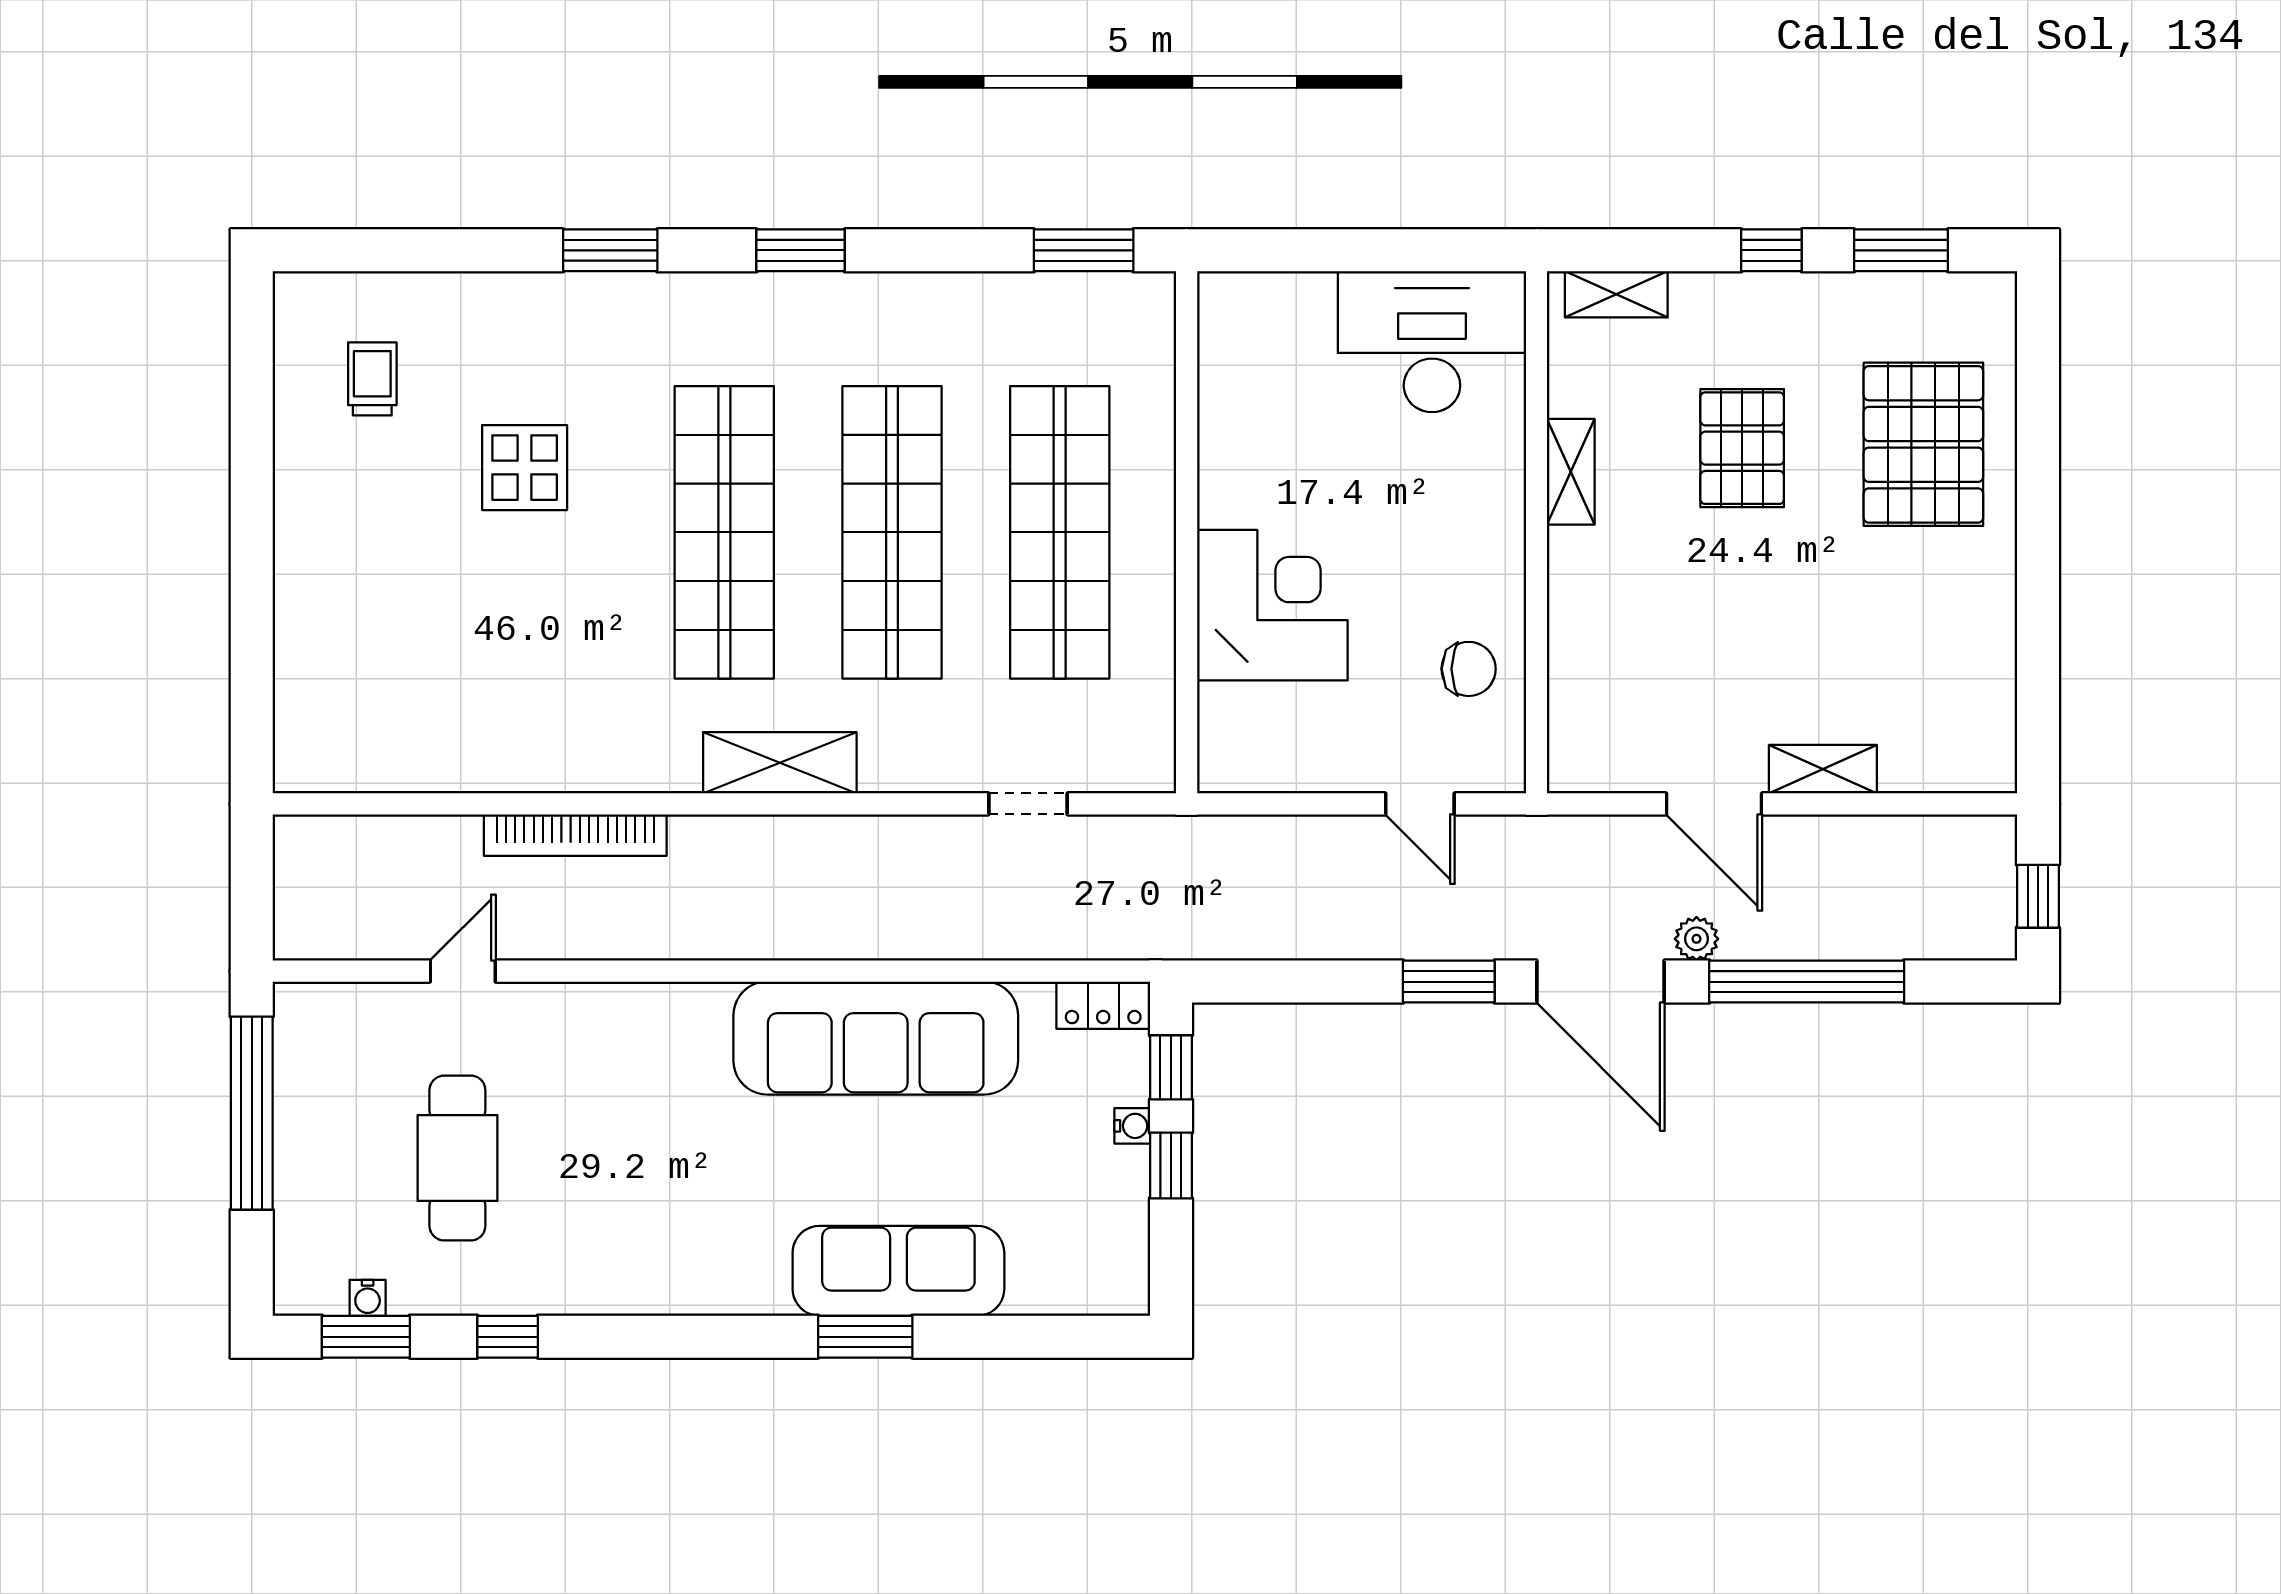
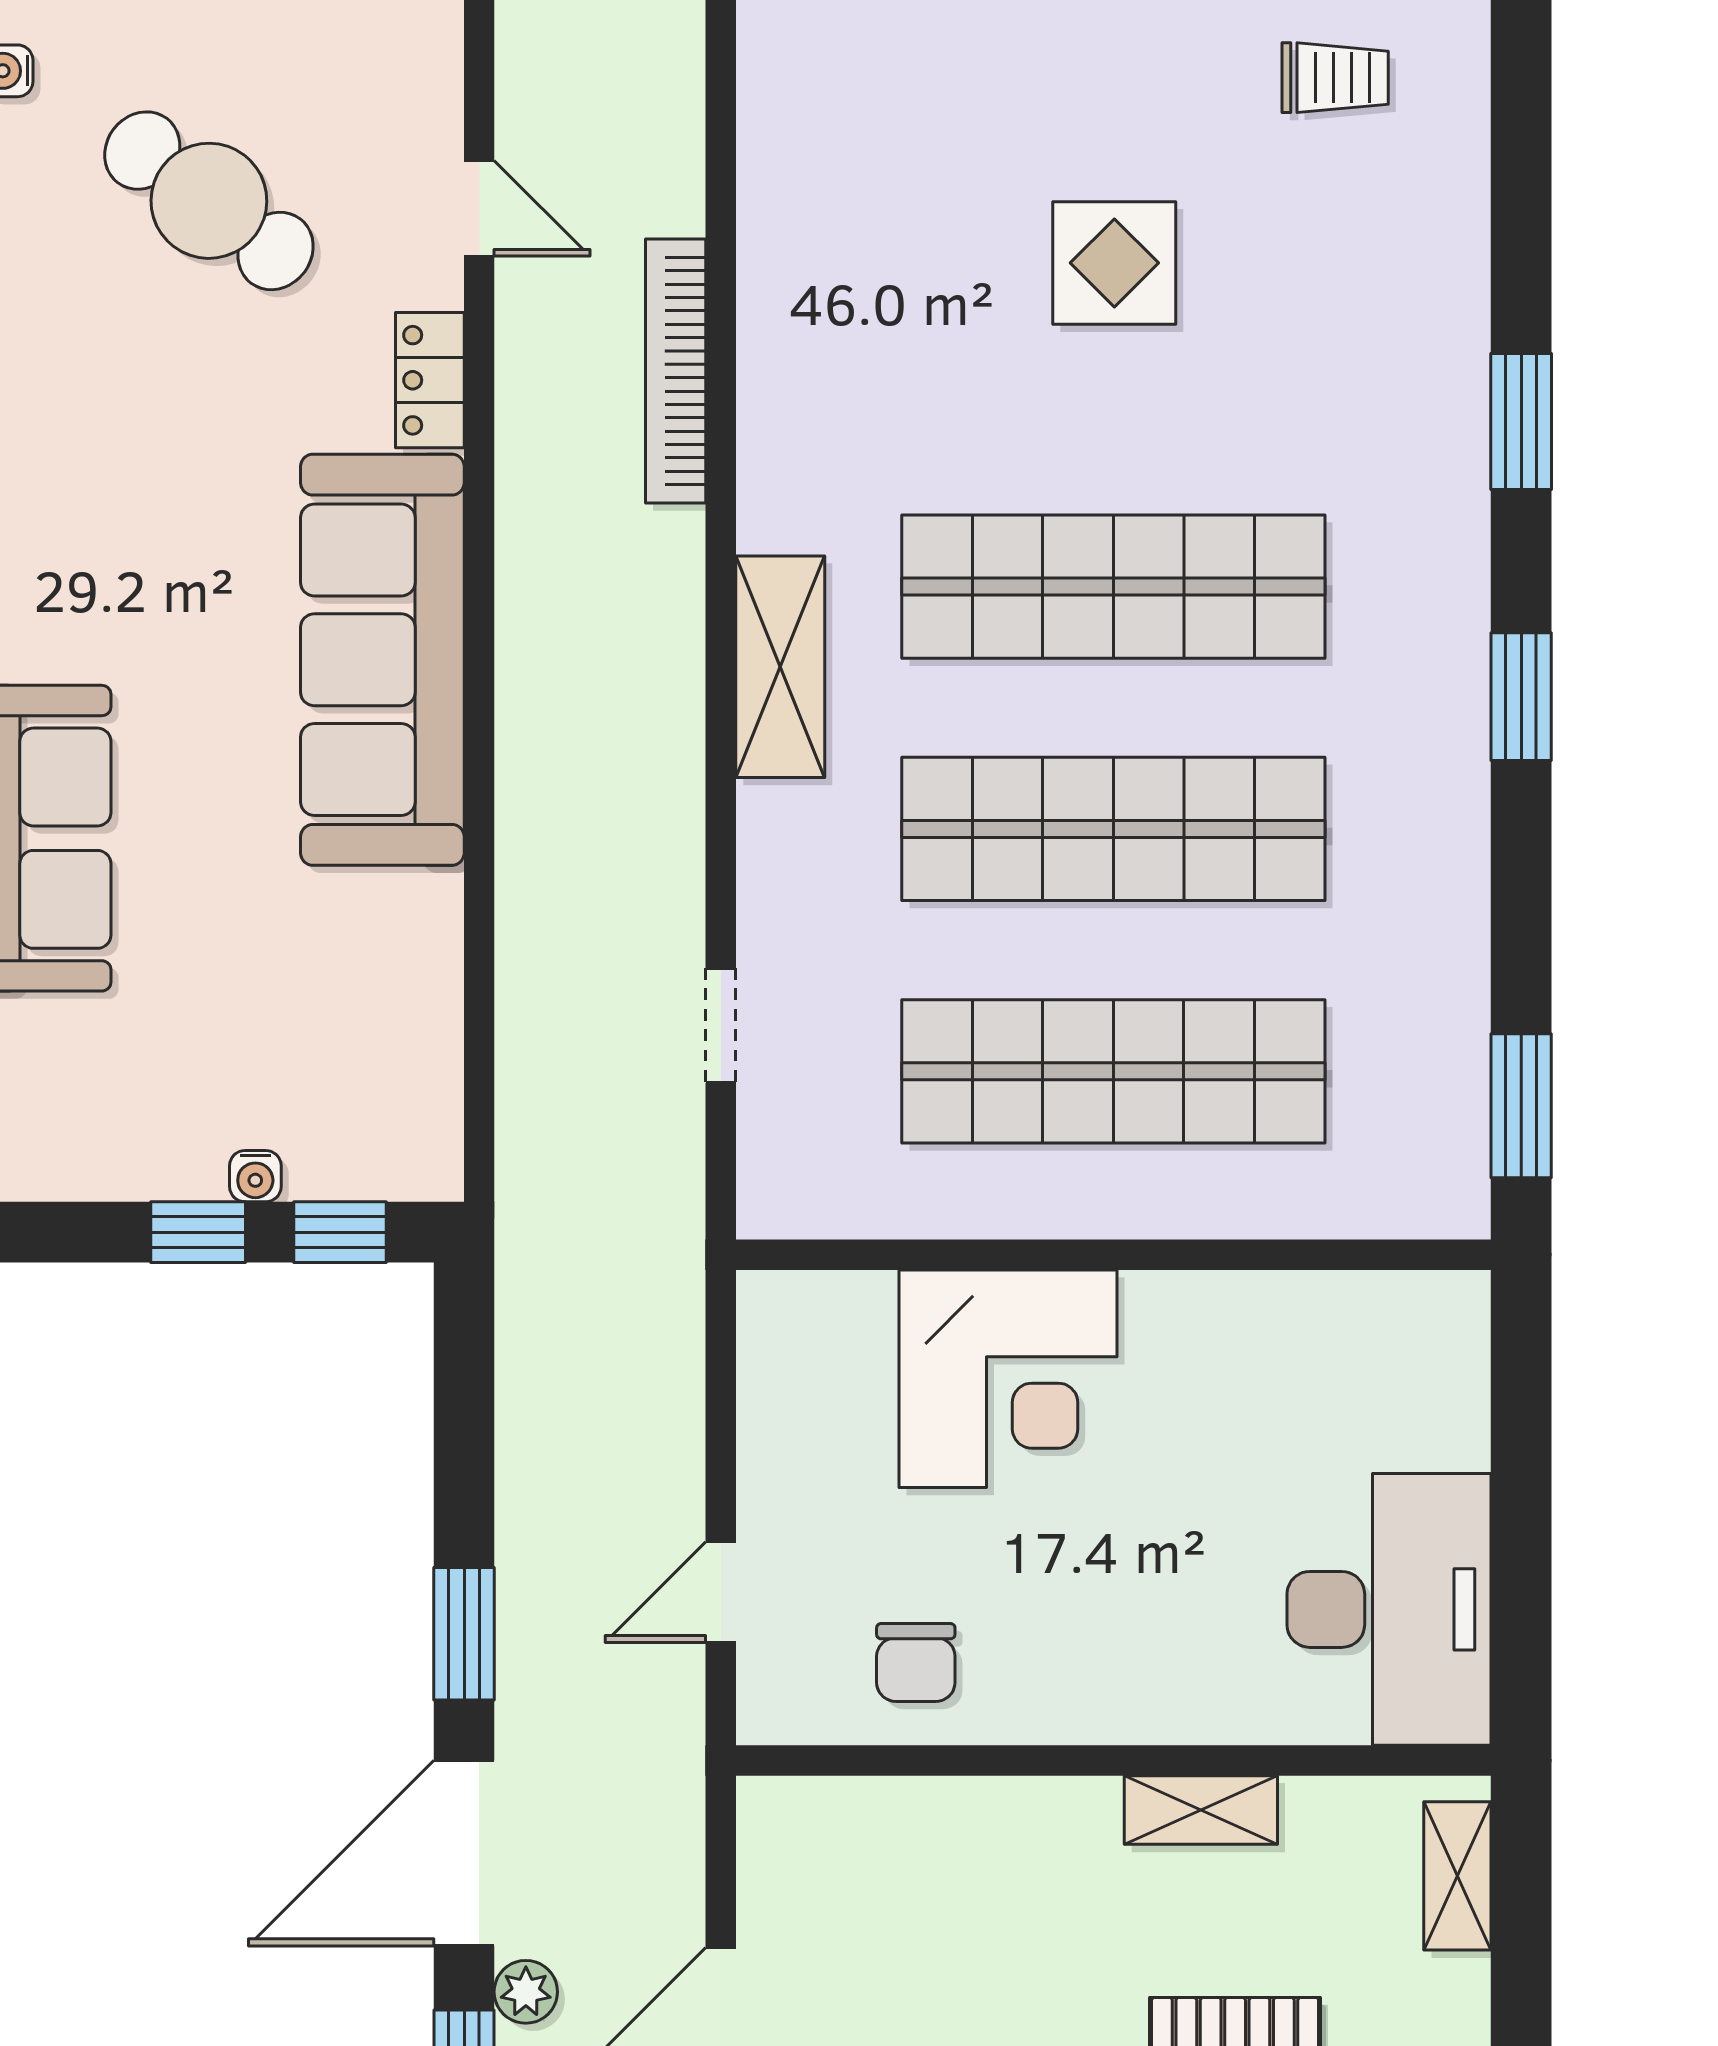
display table: (525, 468) -> (1114, 263), moved
locker: (1103, 1005) -> (430, 380), moved
sofa: (876, 1038) -> (382, 660), moved
cafe table: (457, 1158) -> (209, 201), turned 37

